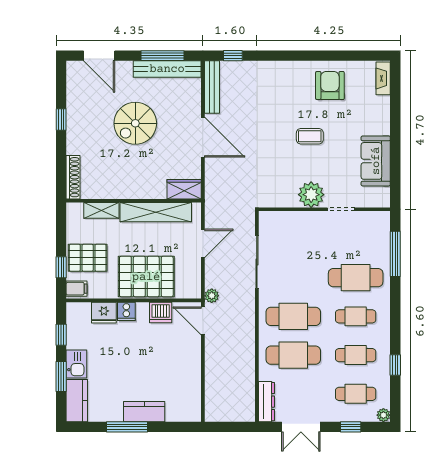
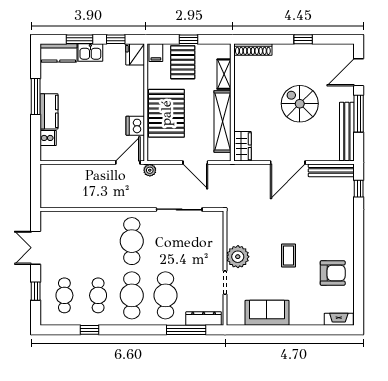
window: (162, 56) -> (359, 114), moved
window: (61, 267) -> (189, 39), moved
cooker: (126, 311) -> (48, 138), moved, turned 180
fridge: (104, 313) -> (135, 54), moved
cafe table: (356, 316) -> (132, 295), width x1.37, depth x1.35
cafe table: (293, 355) -> (98, 241), removed
dresser: (267, 402) -> (204, 319), moved, turned 180
plant: (383, 415) -> (46, 320), removed

